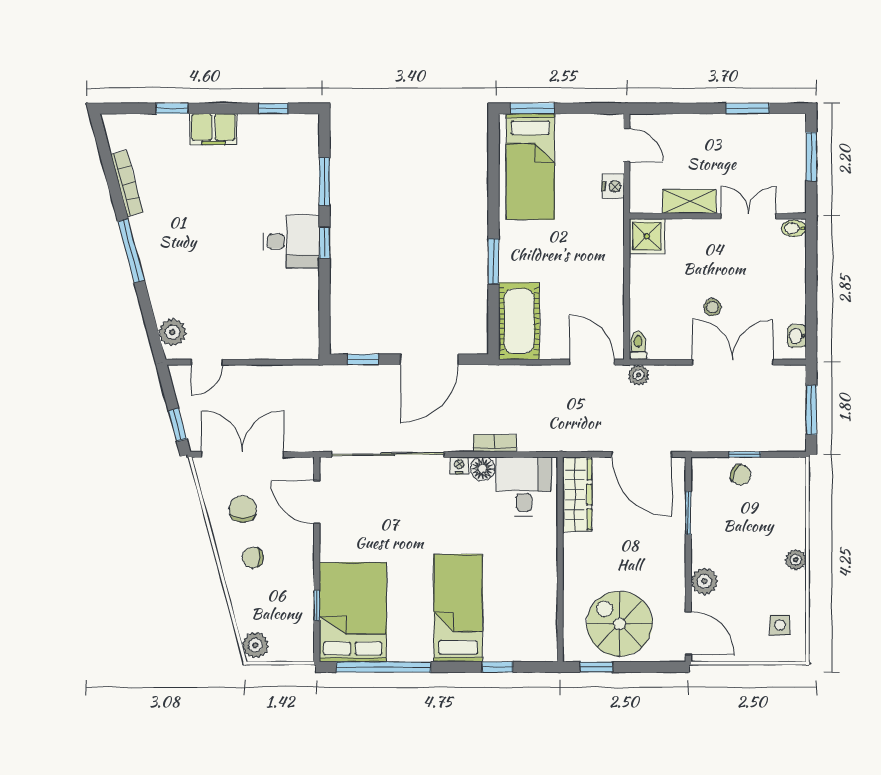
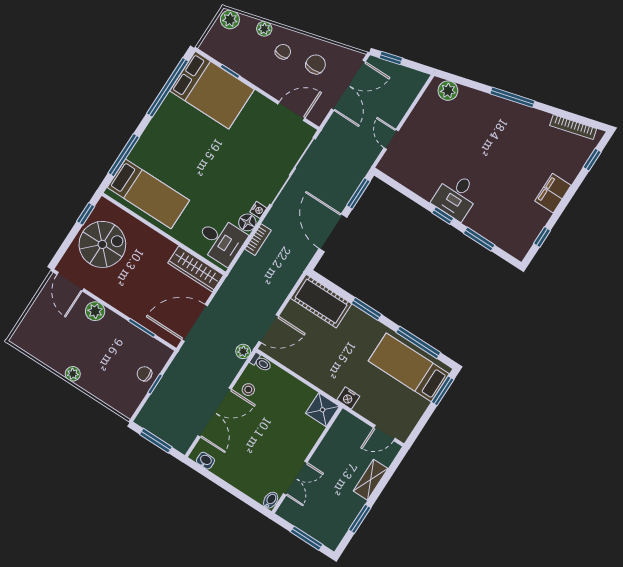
window: (172, 108) -> (592, 160), moved
window: (494, 174) -> (418, 342), added
bookcase: (127, 183) -> (573, 127), moved
nightstand: (613, 186) -> (348, 398), moved
shelving: (689, 201) -> (371, 480), moved
stool: (712, 307) -> (248, 390), moved
window: (363, 360) -> (358, 193), width x1.50
door: (207, 362) -> (391, 139), moved
chair: (741, 475) -> (144, 374), turned 65
chair: (243, 509) -> (316, 64), turned -90
plant: (240, 597) -> (264, 29), added
bed: (458, 608) -> (148, 194), moved
side table: (780, 625) -> (40, 339), removed
door: (688, 633) -> (70, 282), hinge flipped
window: (497, 667) -> (124, 155), width x2.17

